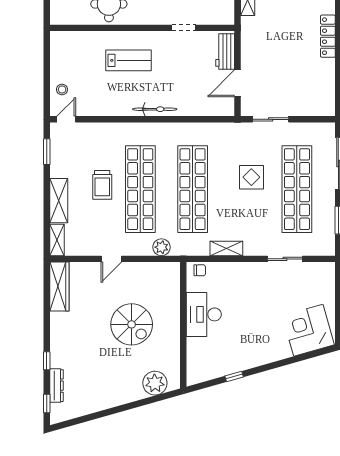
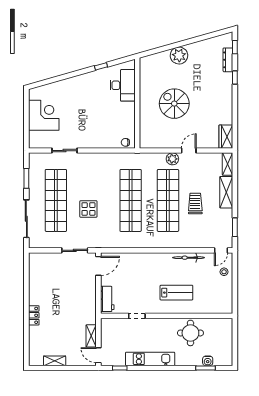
locker: (328, 36) -> (34, 315), width x0.66
lab bench: (129, 60) -> (176, 293), turned 180
door: (238, 83) -> (98, 266), moved
bicycle: (155, 109) -> (189, 258), moved
plant: (162, 247) -> (172, 159), moved
shelving: (226, 248) -> (106, 158), removed
wardrobe: (59, 287) -> (226, 137), width x0.67
desk: (204, 314) -> (123, 85), moved
corner desk: (308, 330) -> (44, 115), moved, turned -74
plant: (155, 383) -> (179, 56), moved

